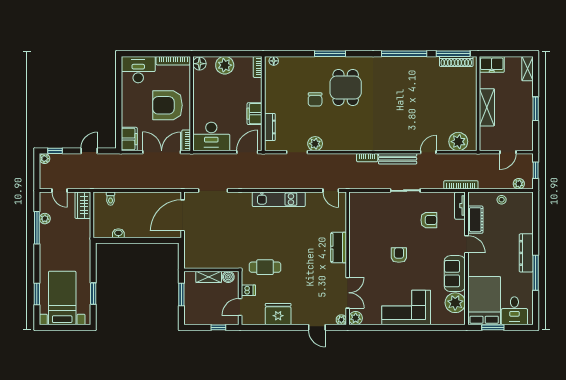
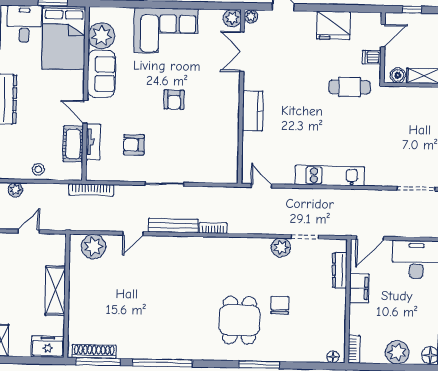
tv unit: (460, 206) -> (93, 142), moved

